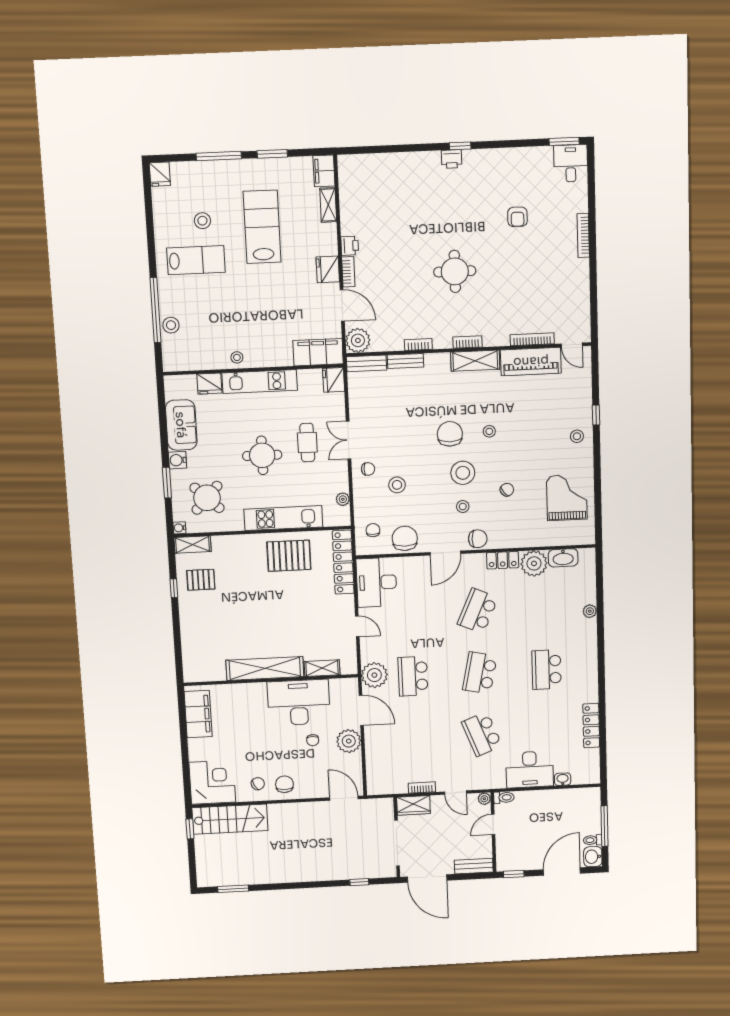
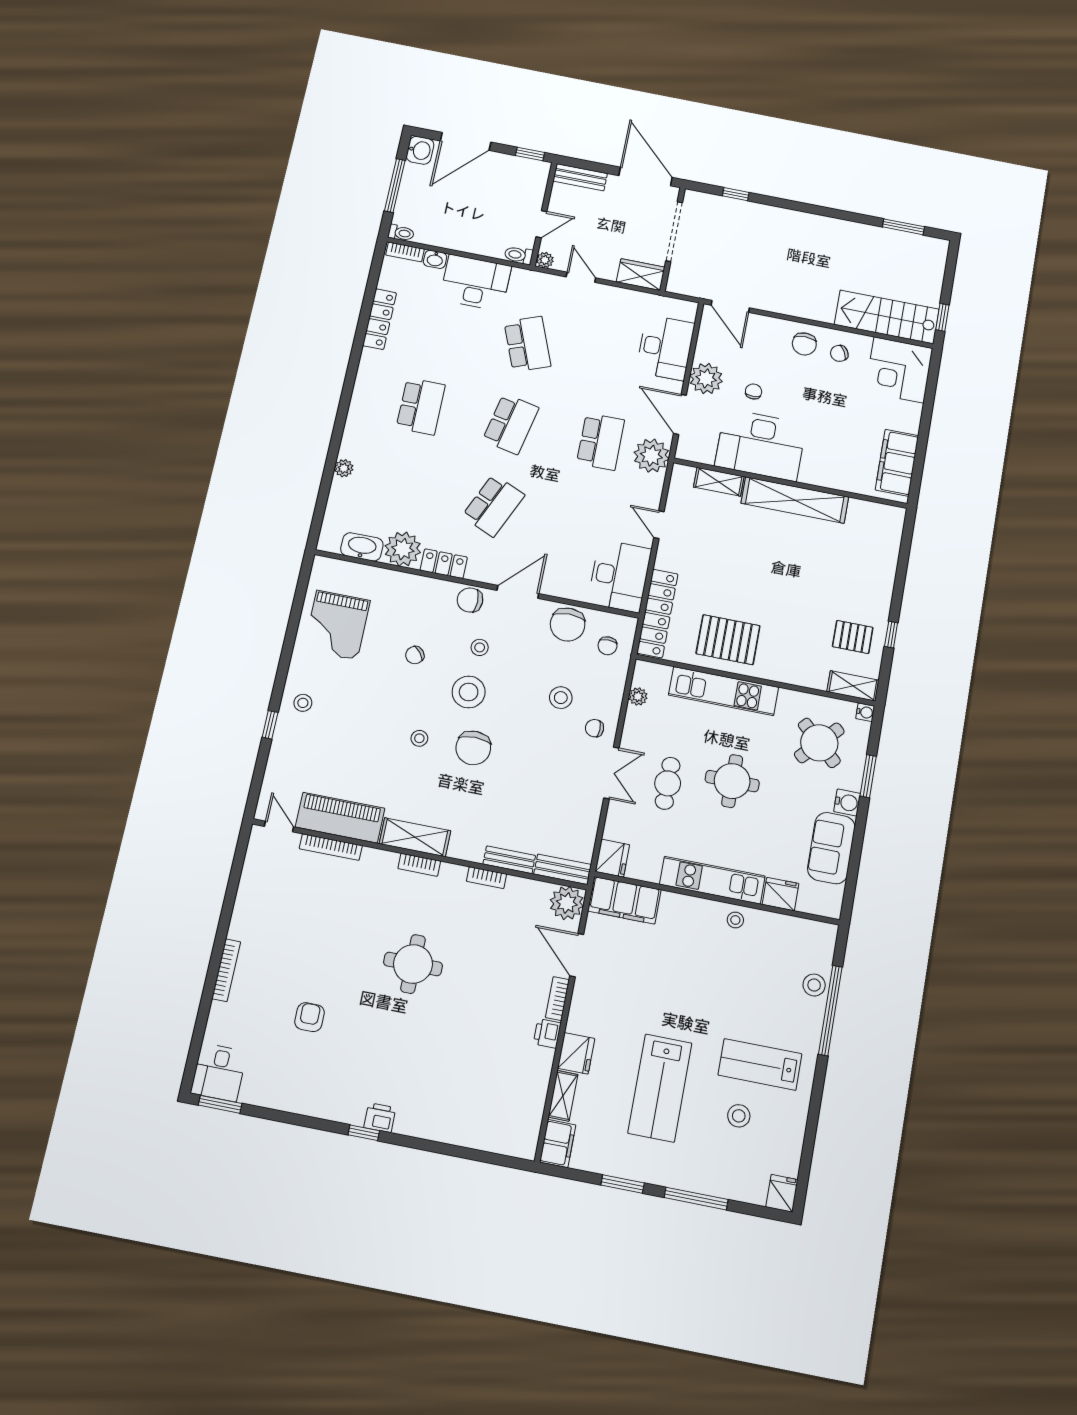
fridge: (328, 269) -> (576, 1053), moved
desk: (383, 756) -> (665, 348), added
bookcase: (422, 788) -> (405, 252), moved
toilet: (592, 840) -> (401, 233), moved

